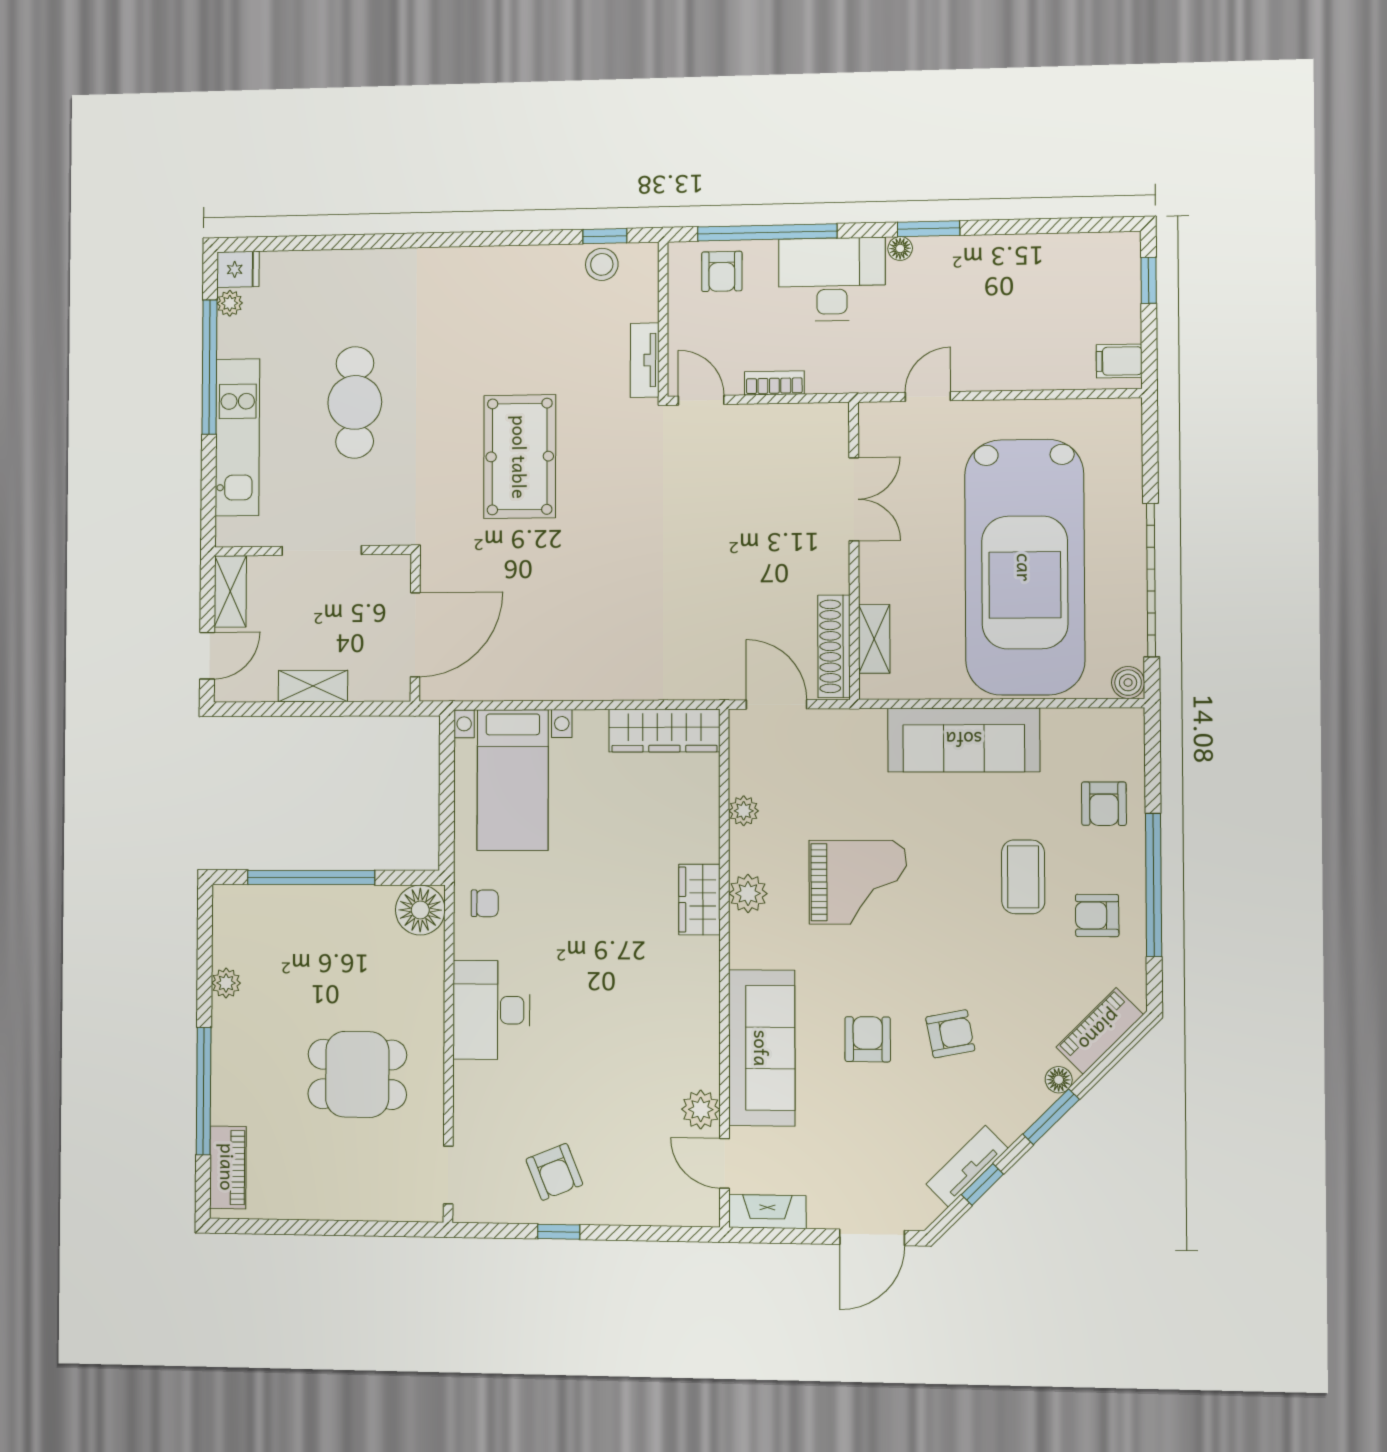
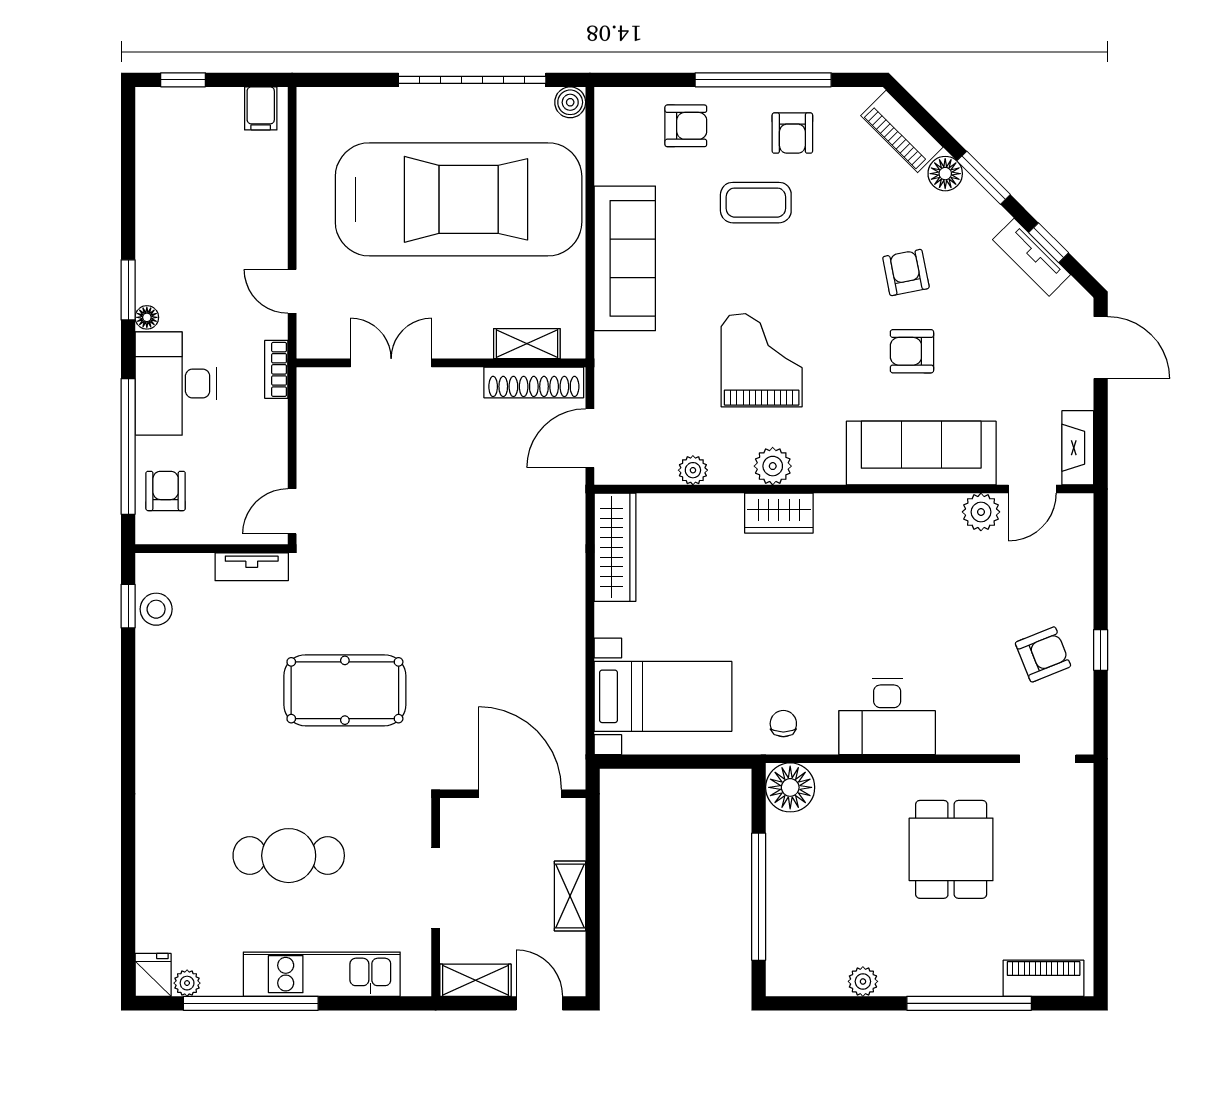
armchair: (722, 271) -> (166, 491), turned -90
bookcase: (774, 383) -> (276, 369), moved
floor lamp: (1059, 1080) -> (945, 174), width x1.37, depth x1.37

